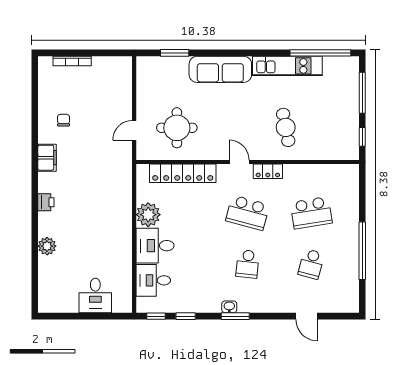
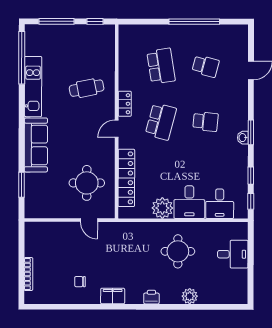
round table: (99, 232) -> (178, 251), added

